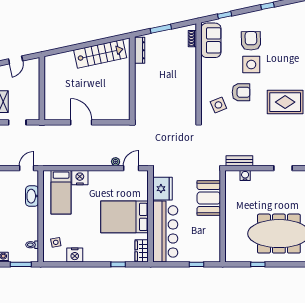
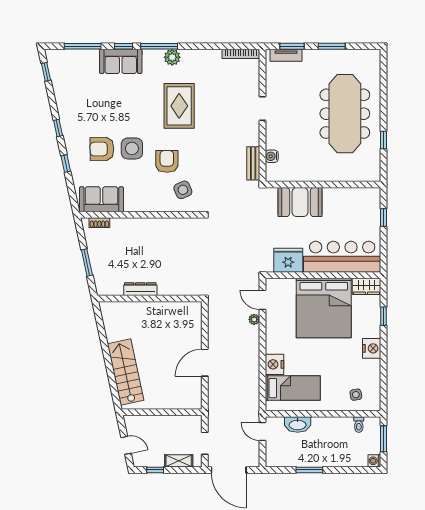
window: (225, 15) -> (66, 164), moved
dresser: (140, 50) -> (140, 289), moved
stairs: (100, 54) -> (126, 372), moved
bed: (125, 217) -> (324, 308), width x1.36
nightstand: (75, 255) -> (372, 348), moved

